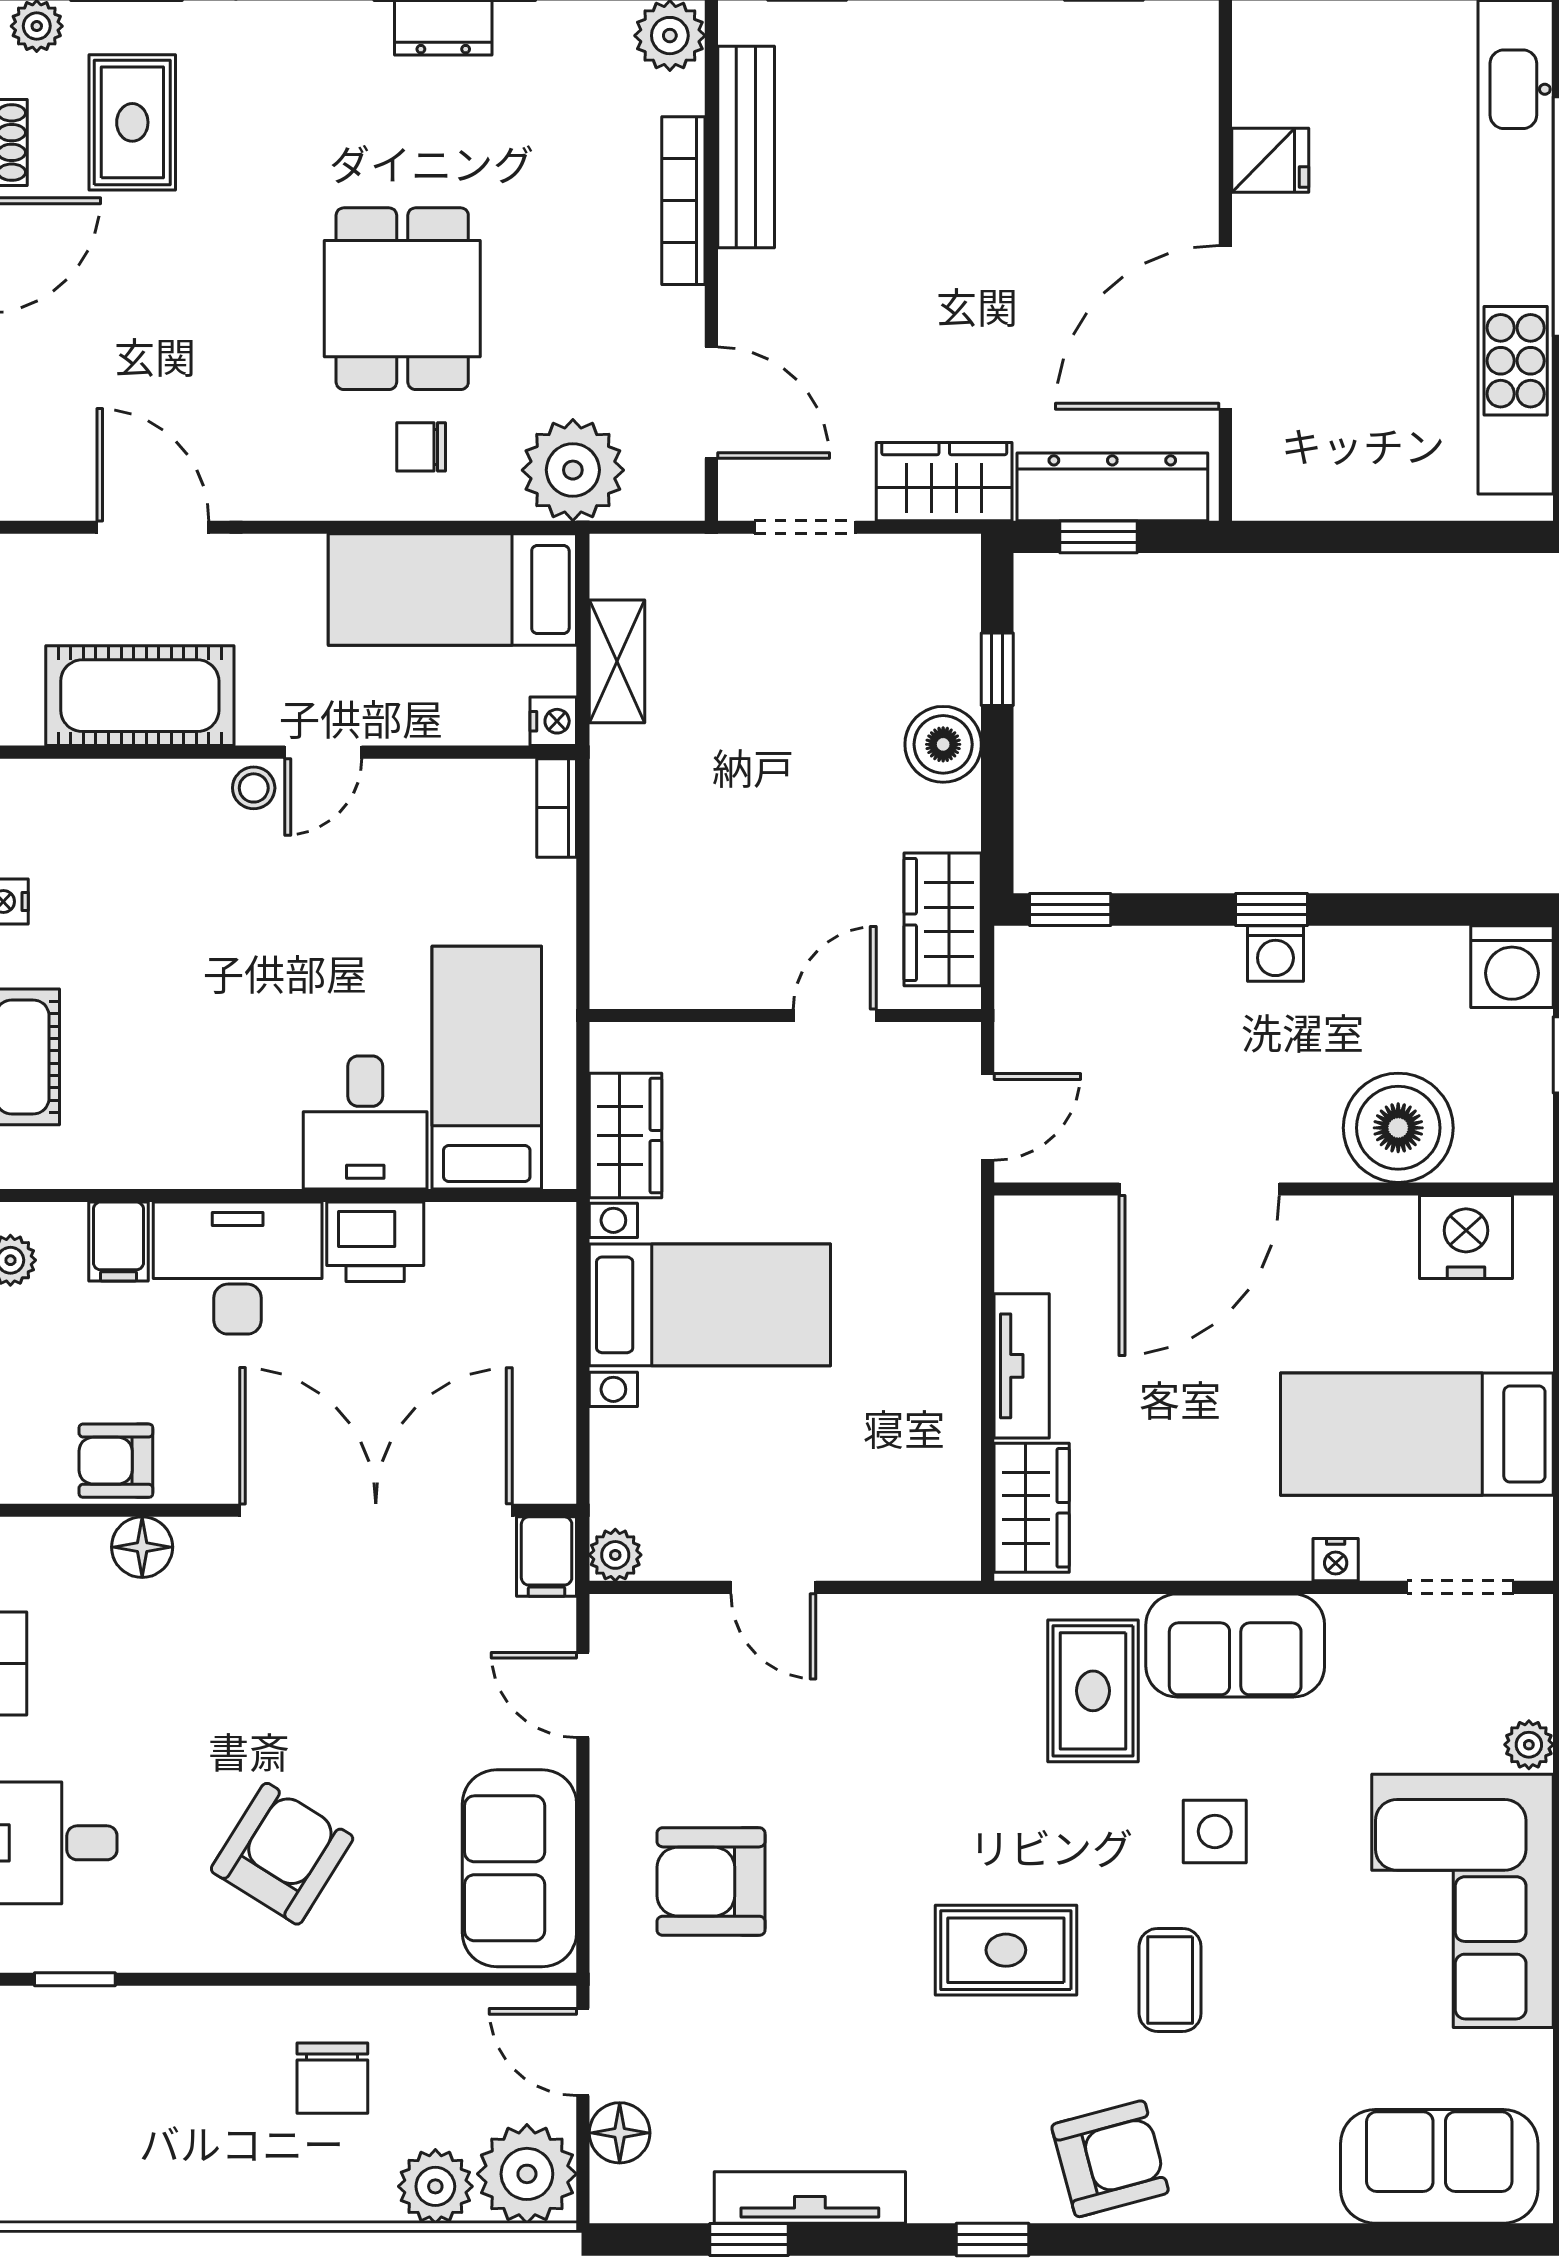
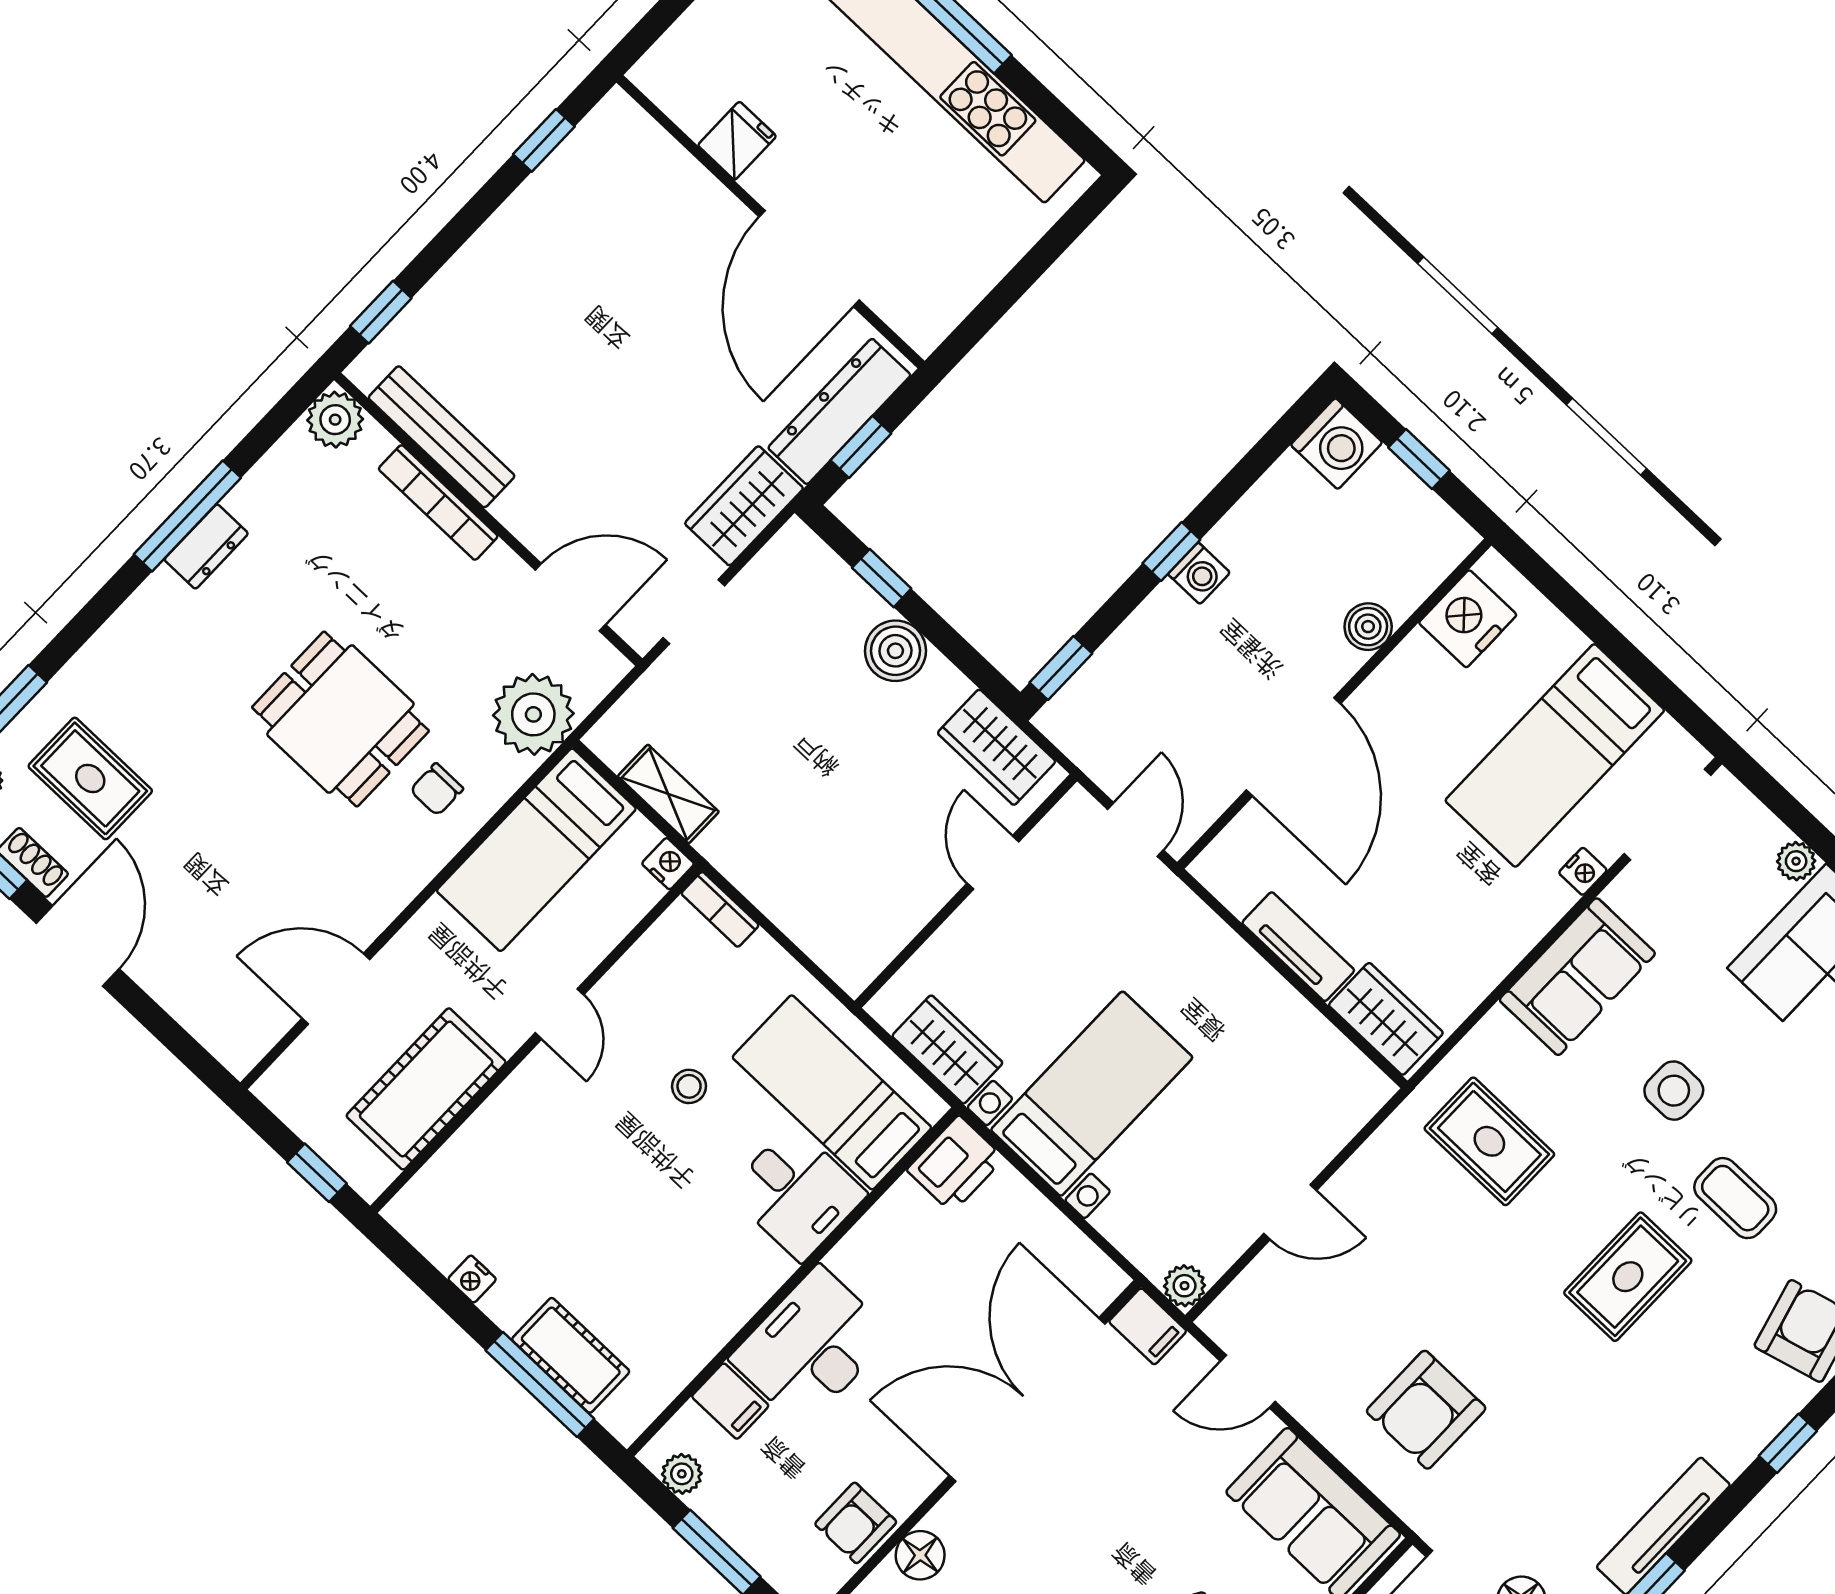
stool: (254, 788) -> (689, 1086), moved
boiler: (1398, 1128) -> (1368, 627), width x0.54, depth x0.54
printer: (375, 1242) -> (955, 1164), moved
doorway: (1460, 1587) -> (1667, 814), width x1.38
rug: (1093, 1691) -> (1489, 1141), moved

